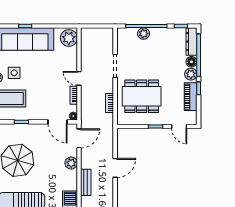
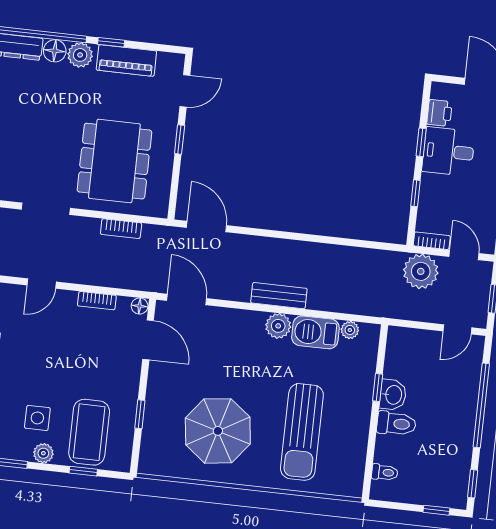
door: (79, 78) -> (42, 283), moved
door: (58, 122) -> (148, 340), hinge flipped
plant: (71, 163) -> (278, 326), moved
door: (115, 168) -> (207, 227), moved

